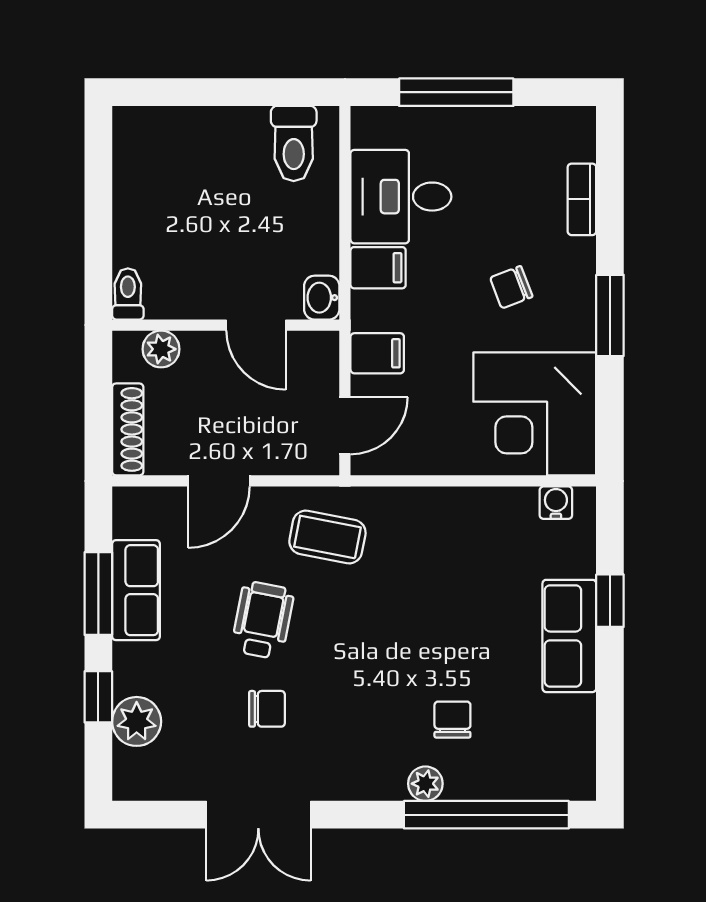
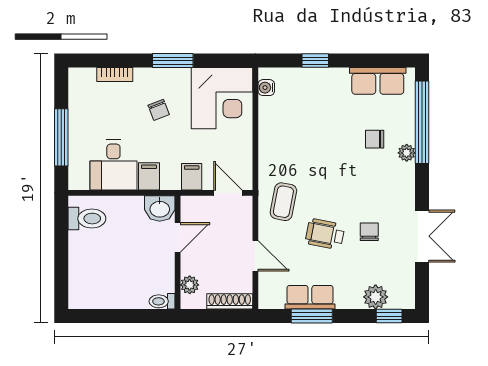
washbasin: (322, 298) -> (160, 208), width x1.38, depth x1.45
row of seats: (569, 636) -> (378, 81), moved
window: (98, 697) -> (389, 316), moved

